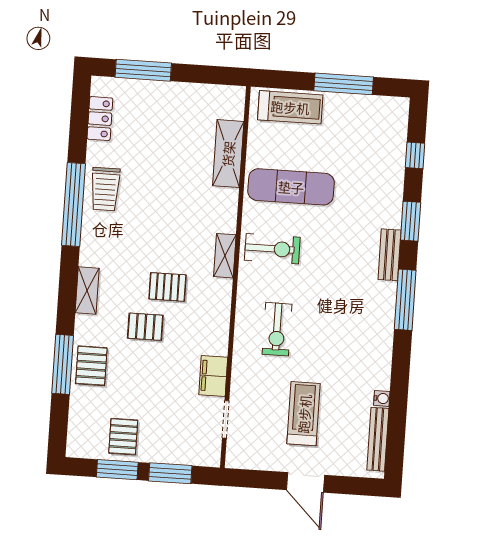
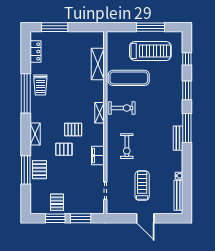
treadmill: (290, 107) -> (150, 51), moved, width x1.37, depth x1.38
bench: (389, 255) -> (178, 138), moved
filing cabinet: (213, 376) -> (98, 156), moved

